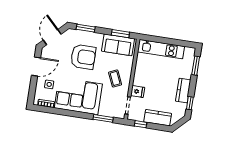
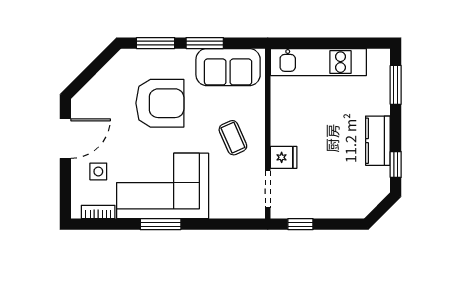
window: (120, 34) -> (205, 43), moved
door: (52, 37) -> (89, 72), removed
window: (103, 118) -> (161, 224), moved
kitchen counter: (158, 118) -> (334, 205), removed

